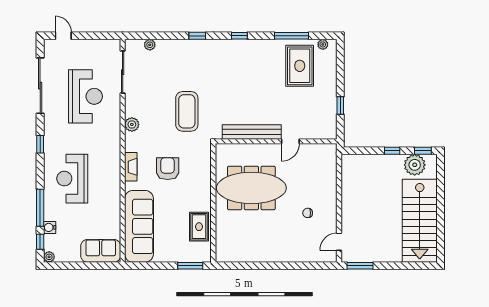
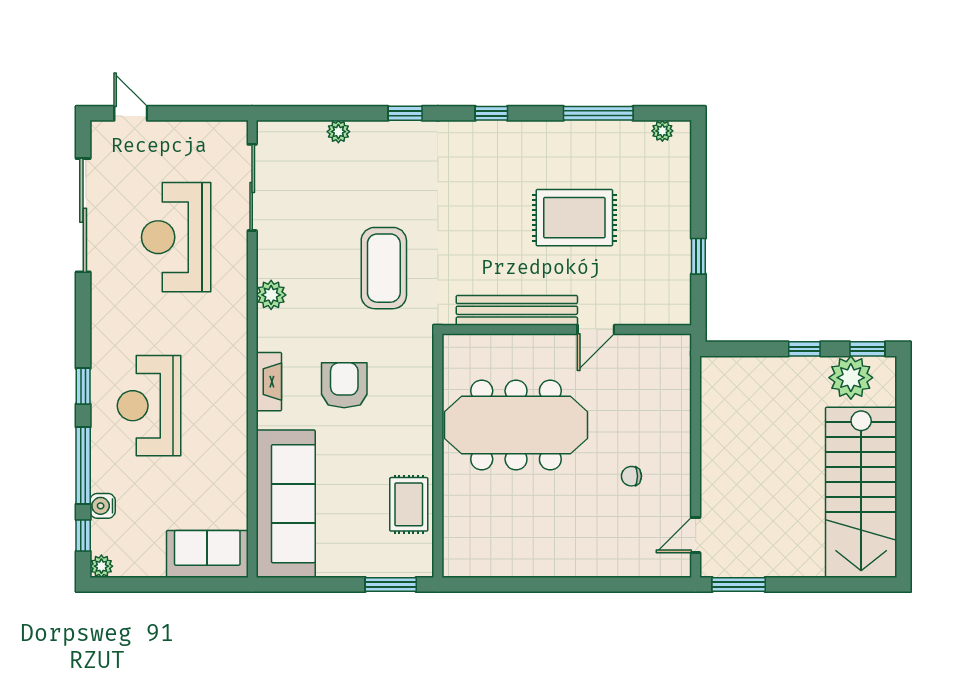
plant: (150, 45) -> (338, 132), moved
rug: (300, 66) -> (574, 218), moved, turned 90
reception desk: (85, 96) -> (176, 237), turned 180
window: (40, 144) -> (83, 386), moved

